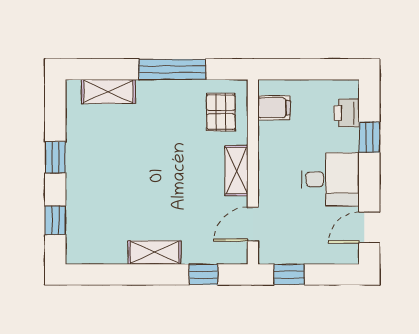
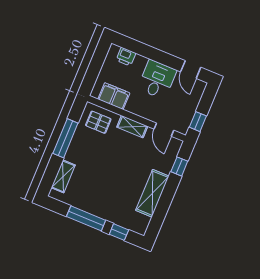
filing cabinet: (274, 108) -> (114, 96), width x2.00
window: (369, 137) -> (143, 50), removed
window: (55, 157) -> (86, 218), width x2.17
shelving: (154, 252) -> (152, 193), width x1.50, depth x1.33

